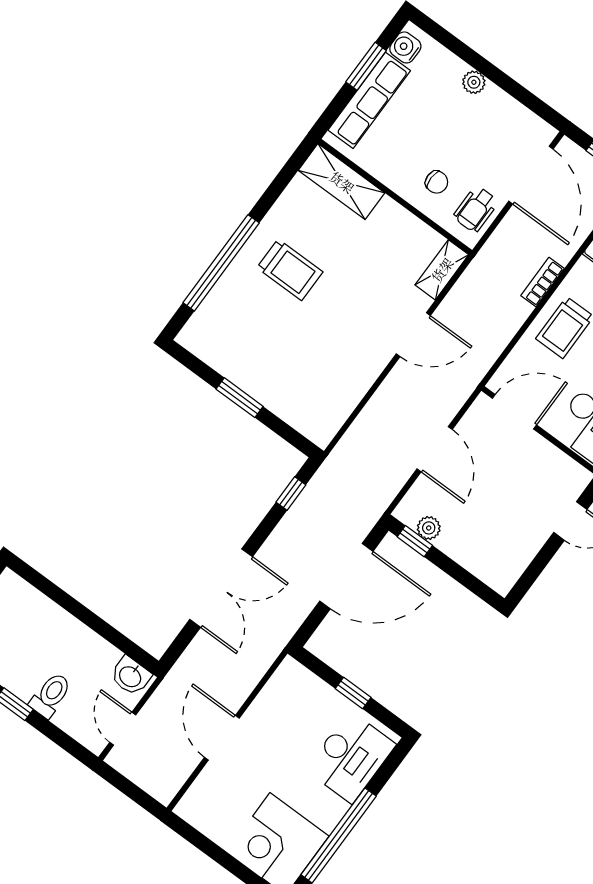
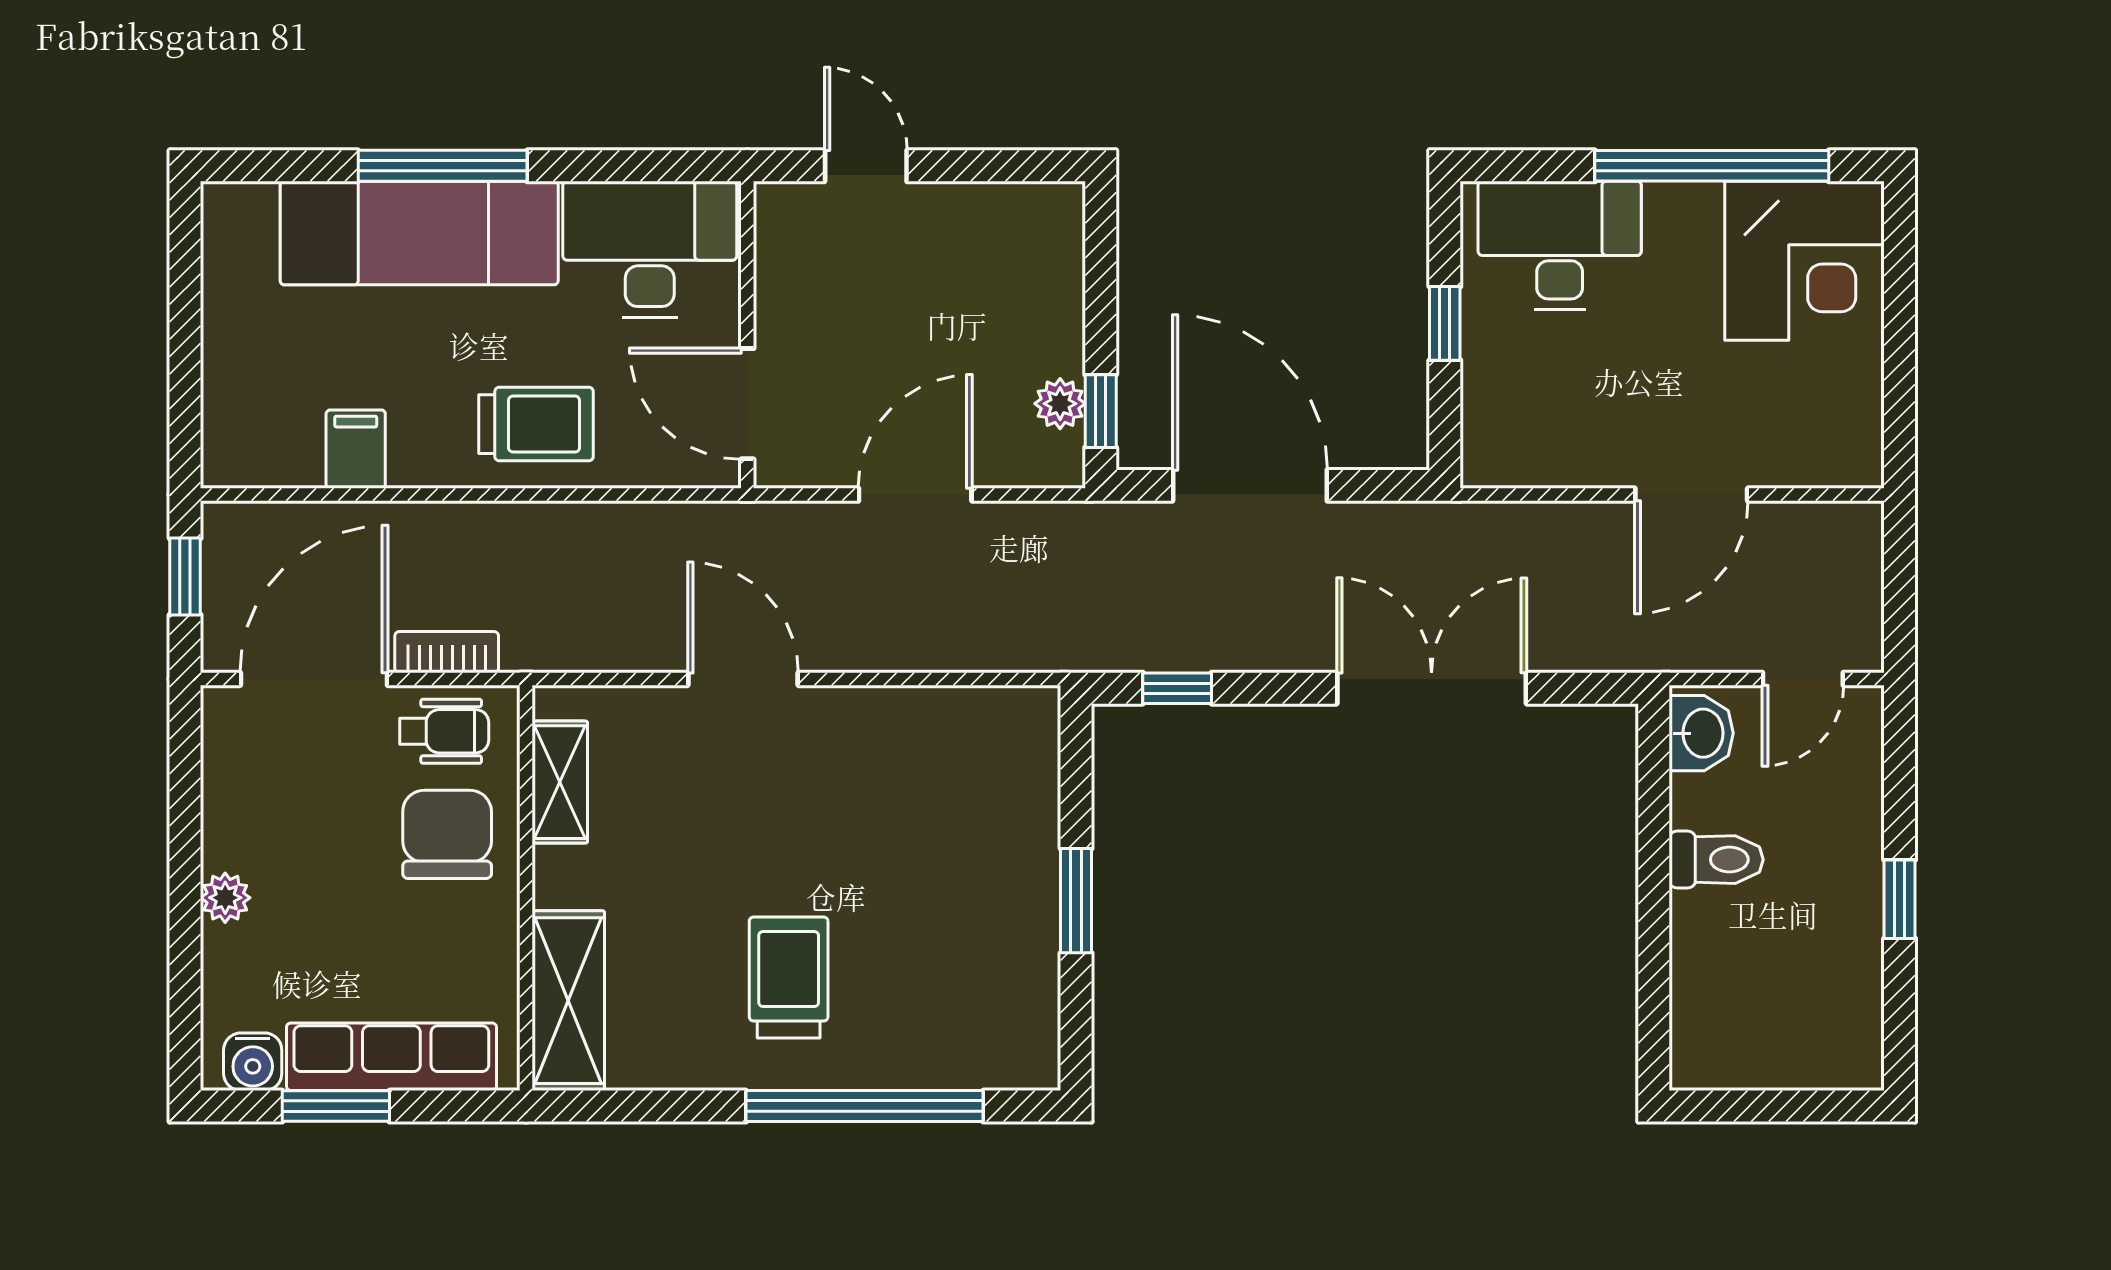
chair: (437, 182) -> (447, 834), width x1.87, depth x1.87
shelving: (442, 270) -> (560, 782), moved, turned 90
bookcase: (542, 282) -> (447, 652), moved, turned 180
toilet: (51, 695) -> (1716, 860), moved, turned 180

